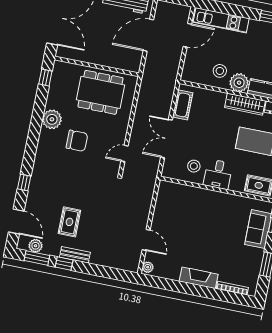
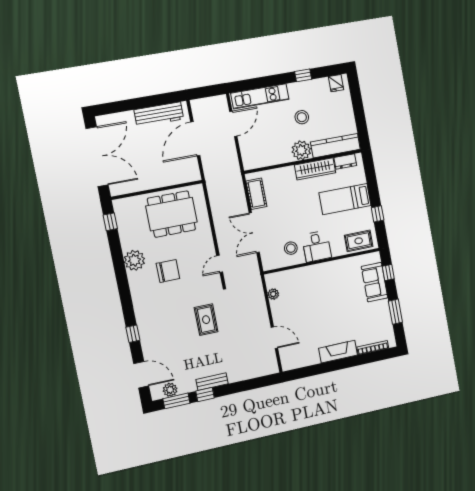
stool: (220, 71) -> (302, 117), moved
rug: (69, 222) -> (206, 320), moved
plant: (148, 267) -> (273, 294), moved

